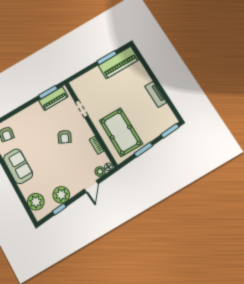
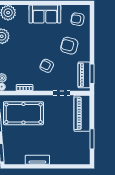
piano: (119, 62) -> (82, 113), moved
armchair: (34, 127) -> (69, 46), added

